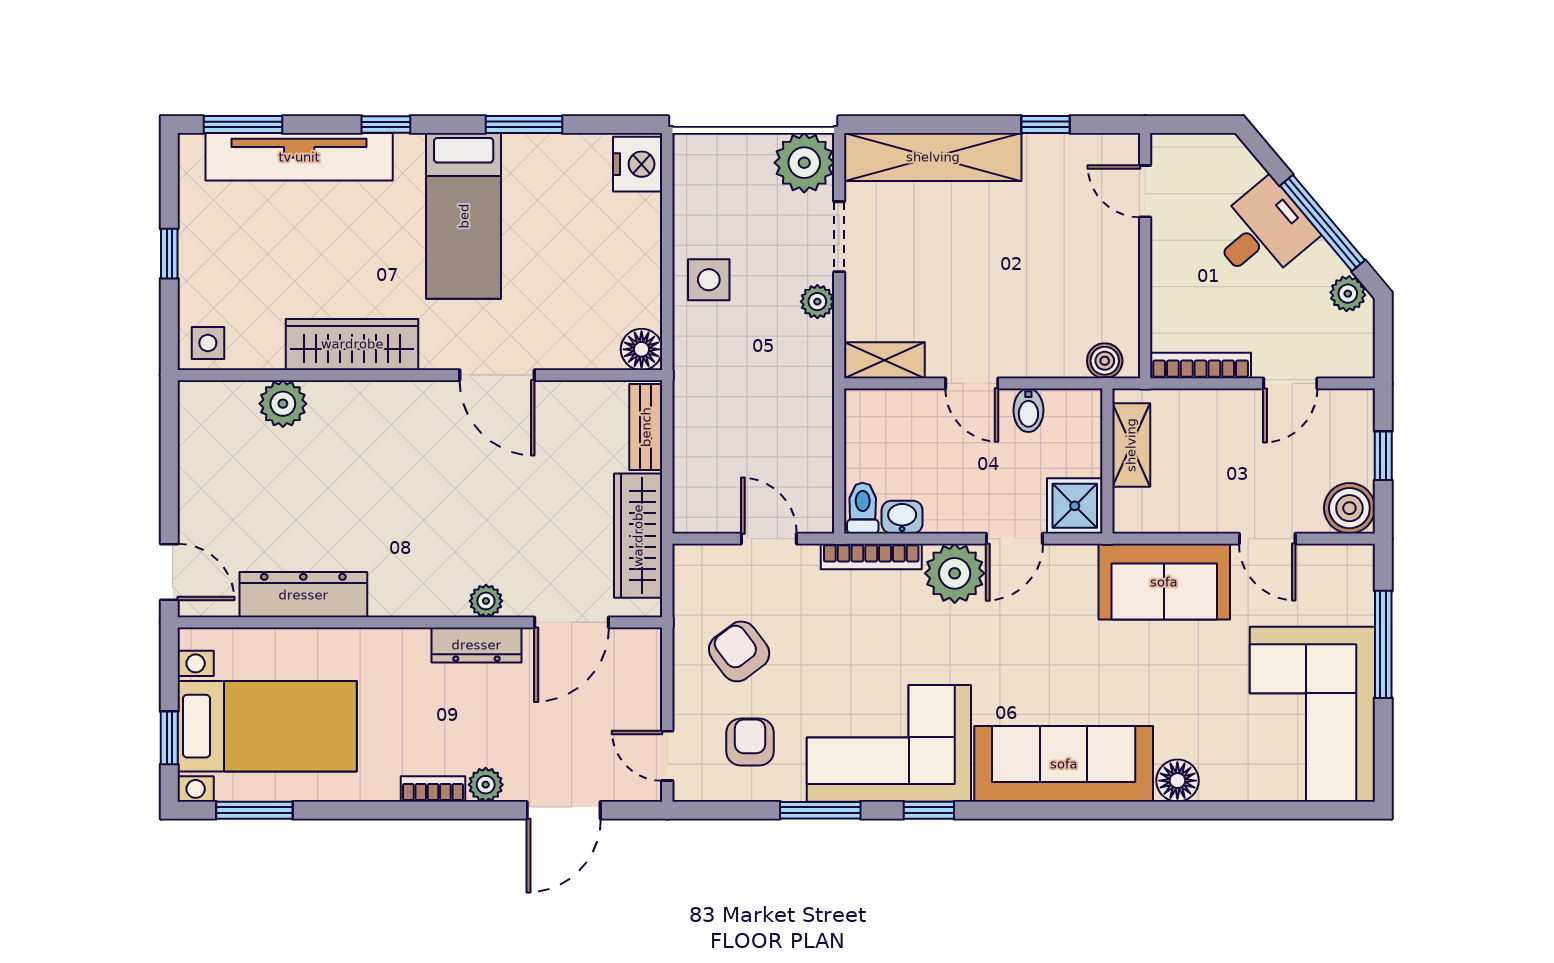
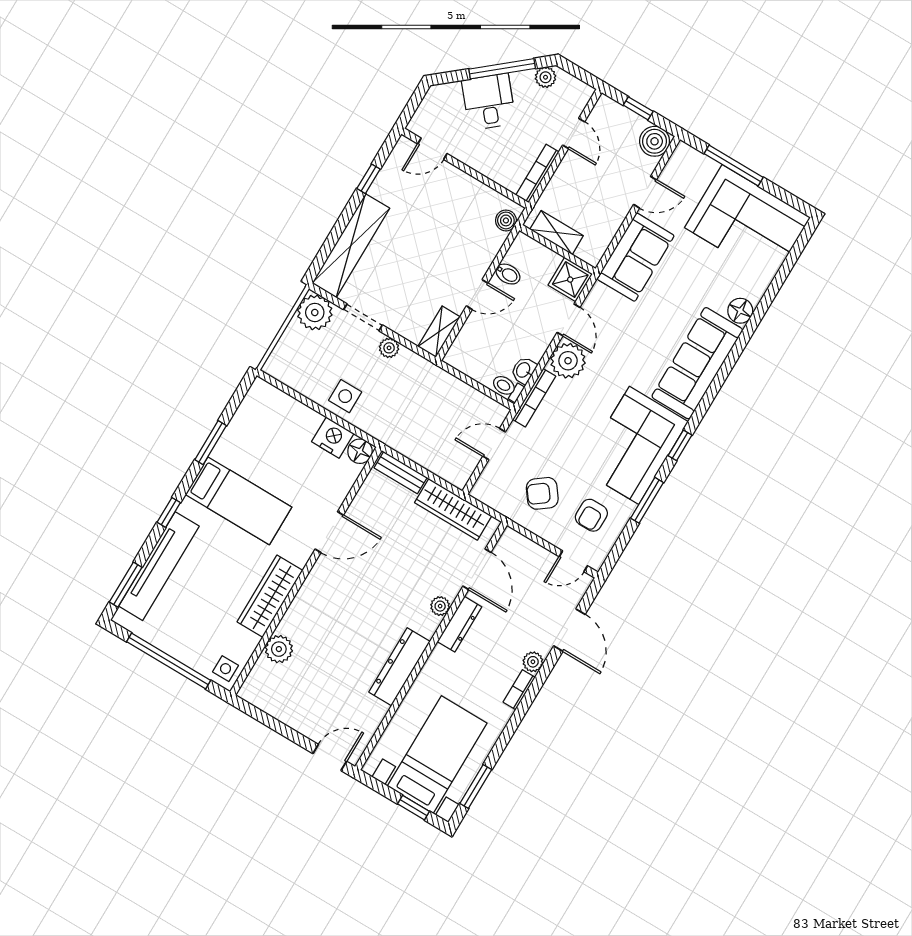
nightstand: (638, 164) -> (333, 438), moved
window: (169, 254) -> (169, 661), width x3.17
dresser: (303, 595) -> (399, 667), moved
armchair: (750, 742) -> (591, 515), turned -90

